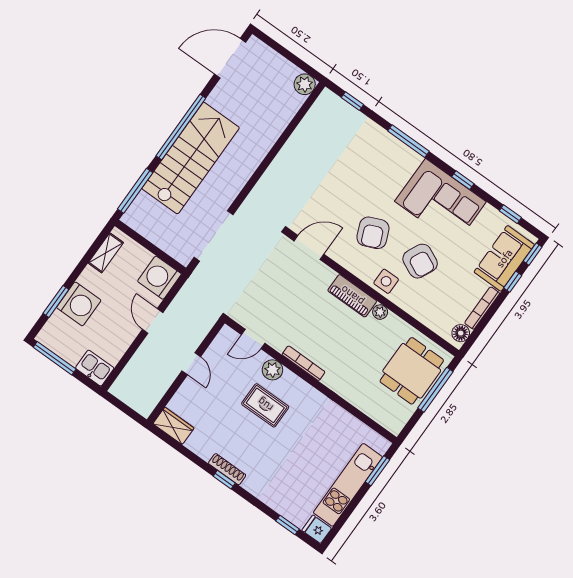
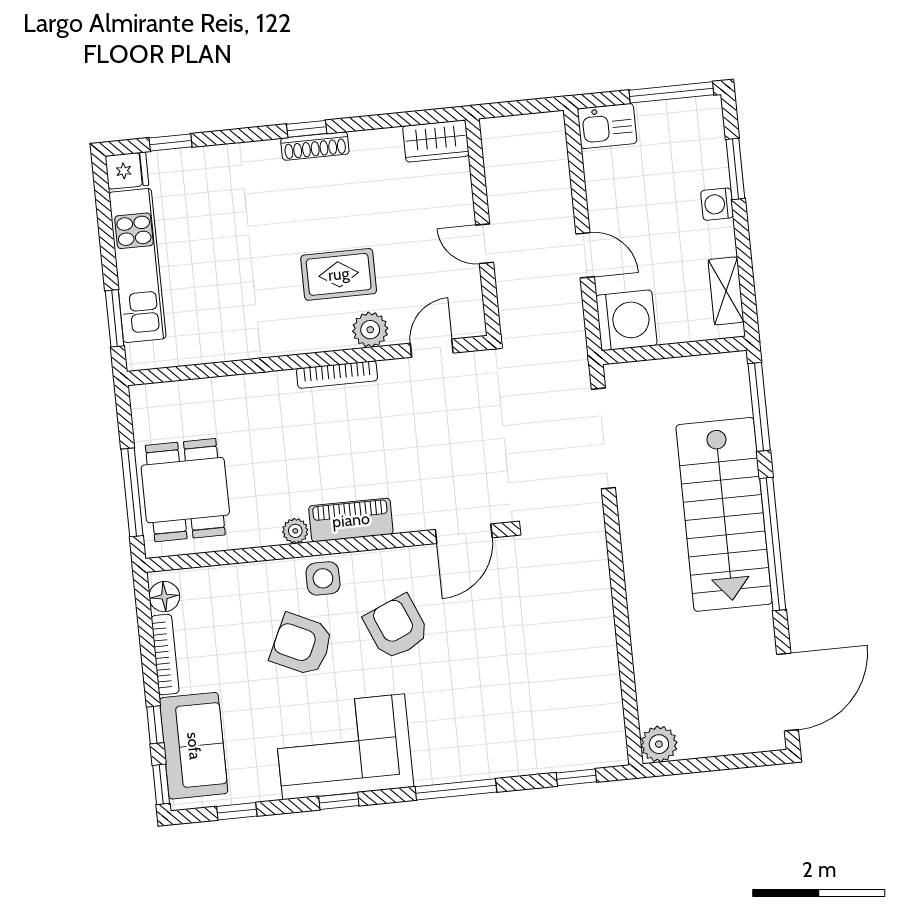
washing machine: (79, 304) -> (717, 204), width x0.53, depth x0.53

